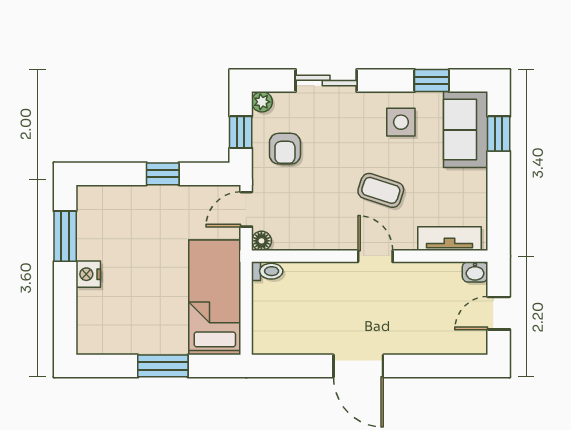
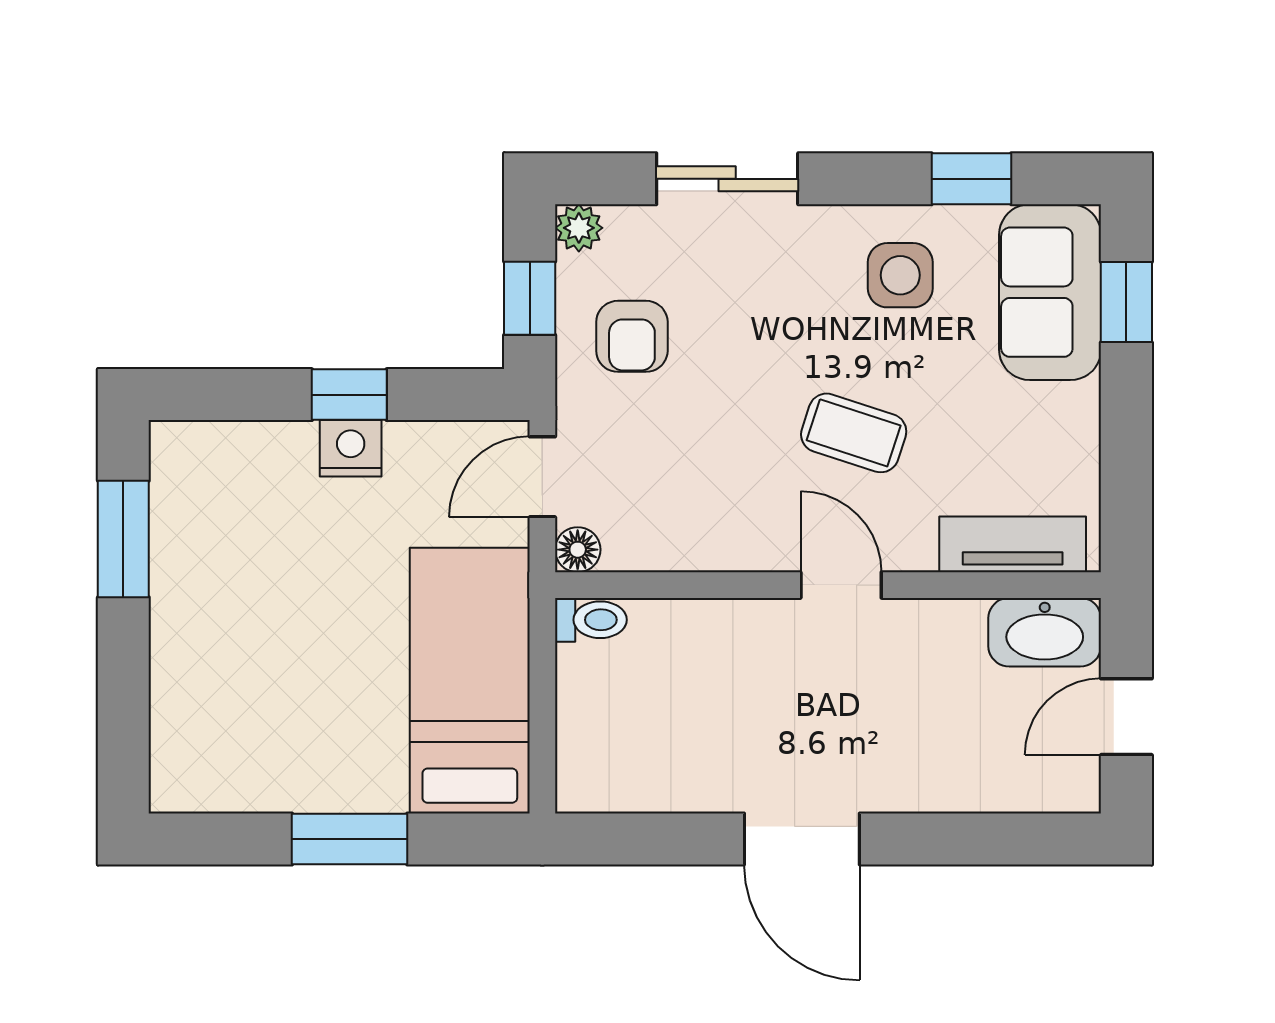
washbasin: (475, 272) -> (1045, 632), width x1.91, depth x1.45
nightstand: (88, 274) -> (351, 448), moved, turned 90

